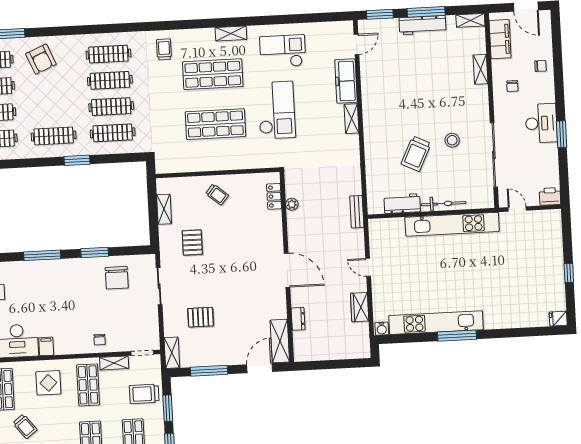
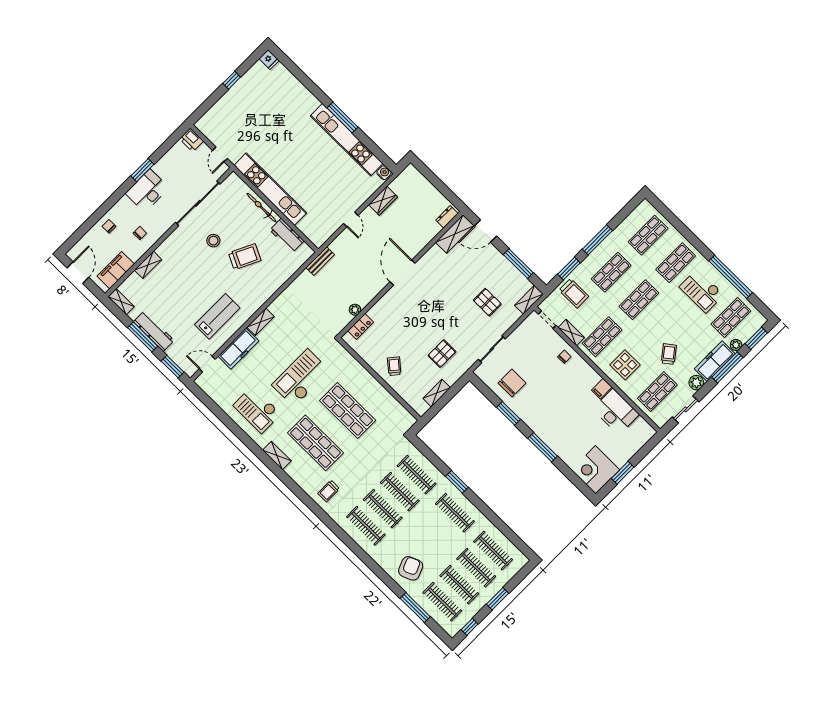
lab bench: (388, 88) -> (217, 316), added
dresser: (298, 319) -> (447, 217), moved

